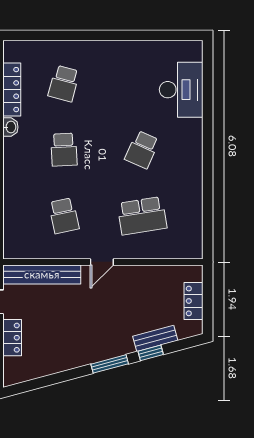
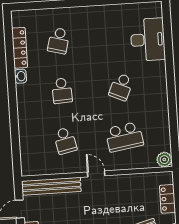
plant: (193, 249) -> (164, 160), added
door: (102, 262) -> (96, 174), swing flipped

